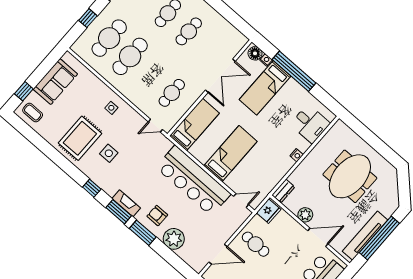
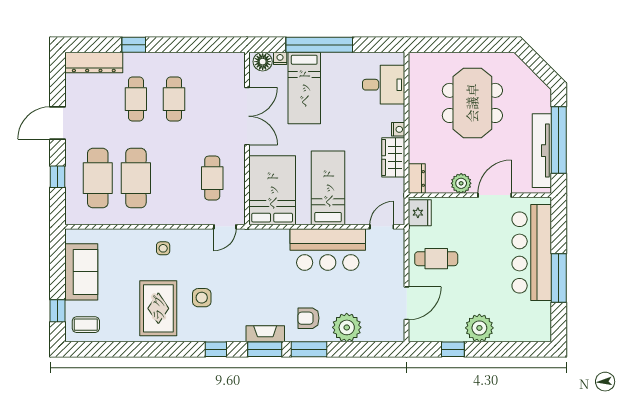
bed: (194, 124) -> (272, 190), width x1.50
wardrobe: (281, 168) -> (393, 157), added
bar counter: (193, 181) -> (328, 250), width x0.73

